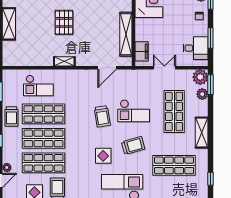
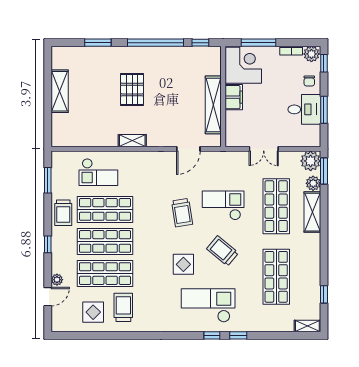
desk: (195, 48) -> (304, 109), moved
filing cabinet: (142, 51) -> (234, 97), moved
double door: (164, 68) -> (264, 149), swing flipped
checkout: (134, 111) -> (223, 205), turned 180
shelving: (202, 133) -> (312, 212), moved
trolley: (133, 146) -> (223, 251), turned -124
shop shelf: (174, 165) -> (276, 277), turned 90

